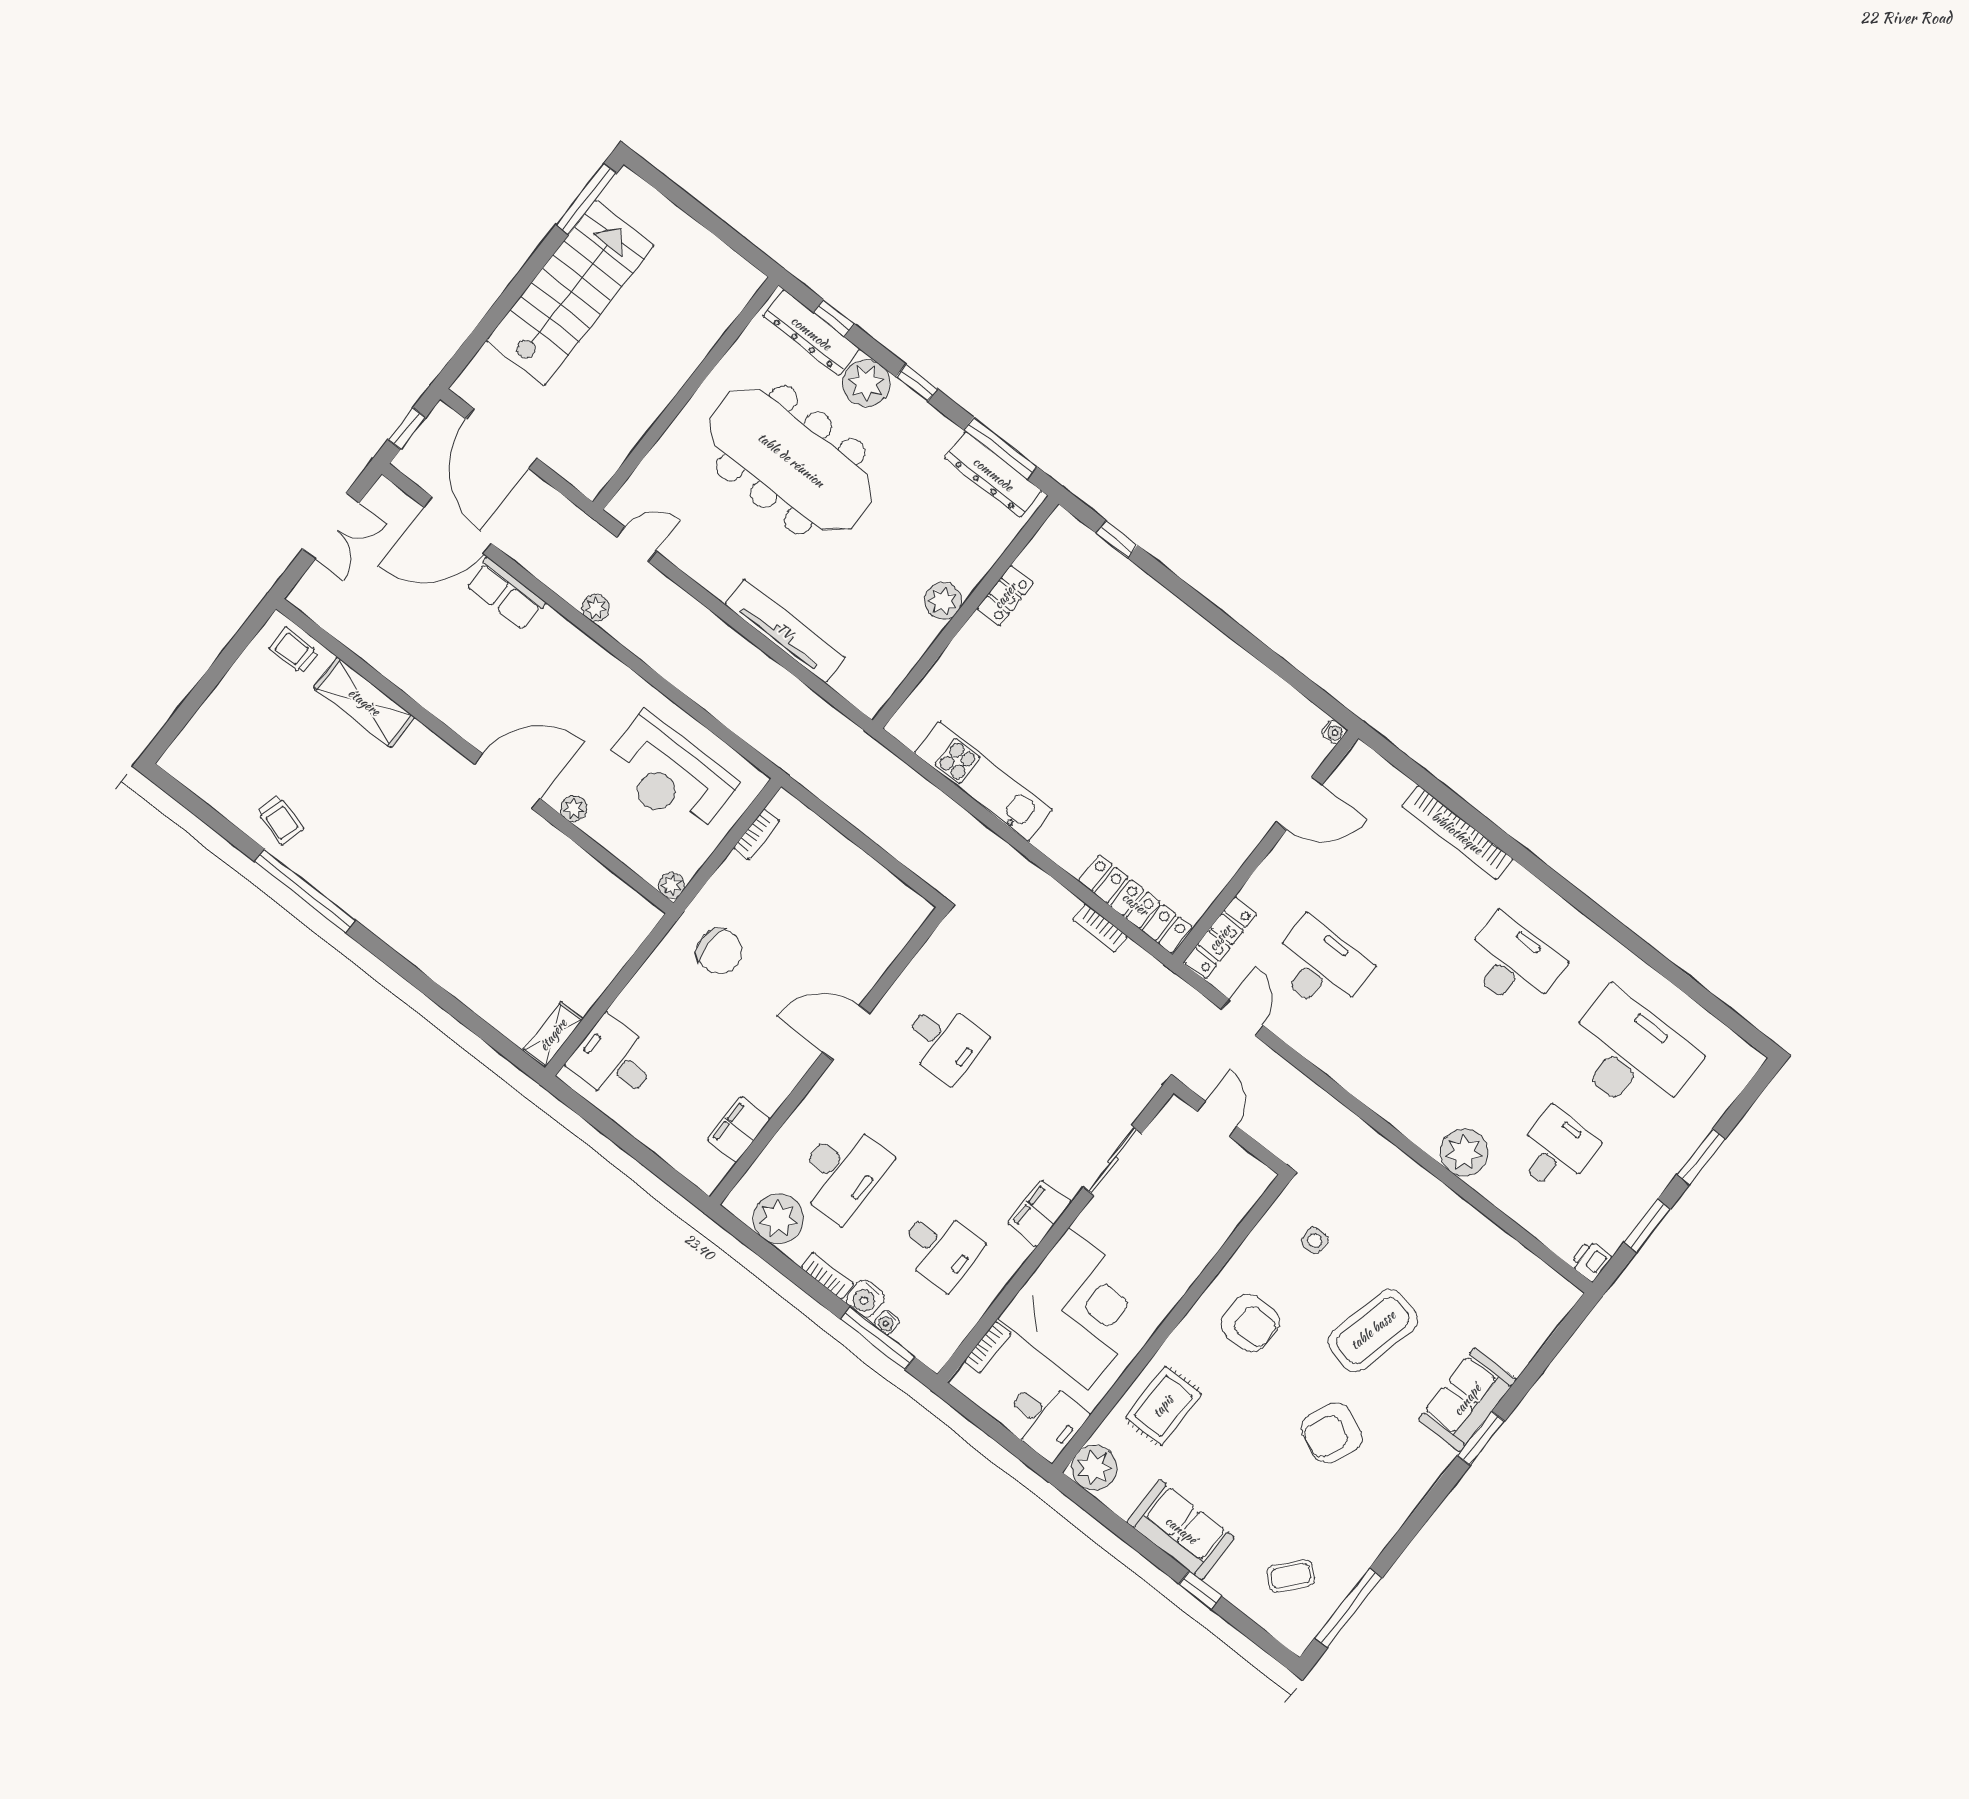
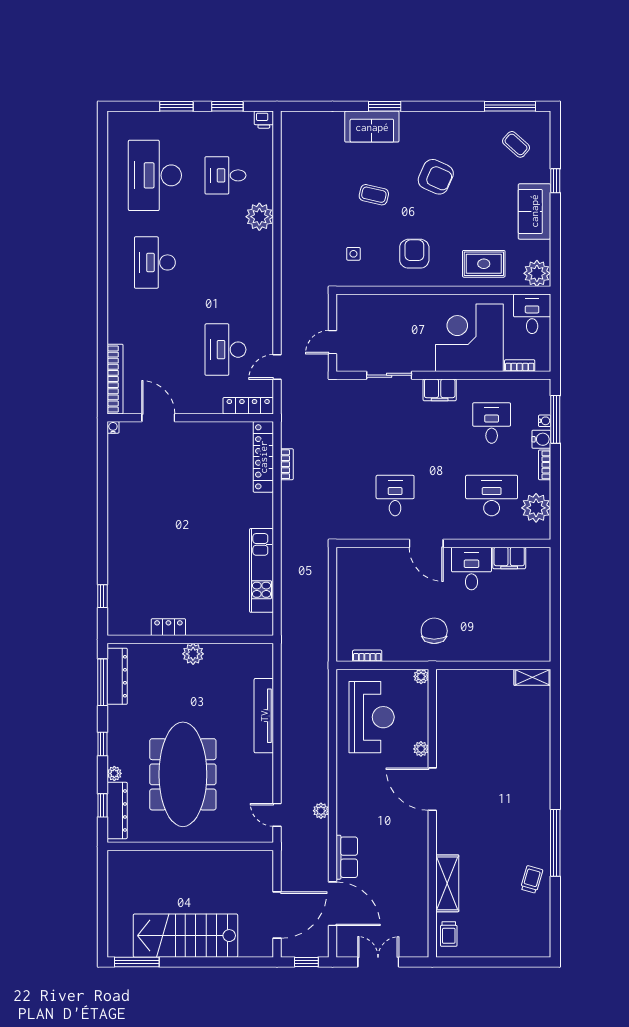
plant: (866, 383) -> (114, 773), width x0.53, depth x0.53
bookcase: (1457, 833) -> (115, 379), moved
desk: (614, 1060) -> (471, 569), moved, turned 180
coffee table: (1373, 1330) -> (374, 195), width x0.54, depth x0.58

